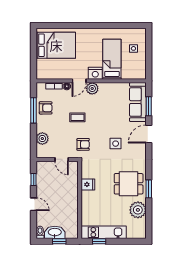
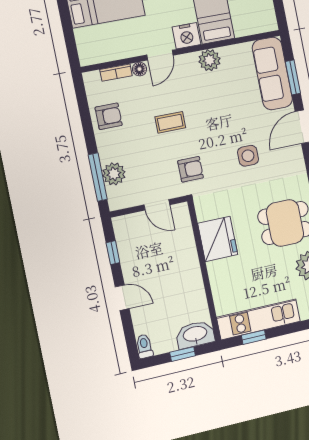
plant: (92, 88) -> (209, 60), moved
window: (34, 110) -> (98, 177), moved
fridge: (88, 184) -> (218, 239), width x1.88, depth x1.34
washbasin: (55, 232) -> (195, 335), moved

